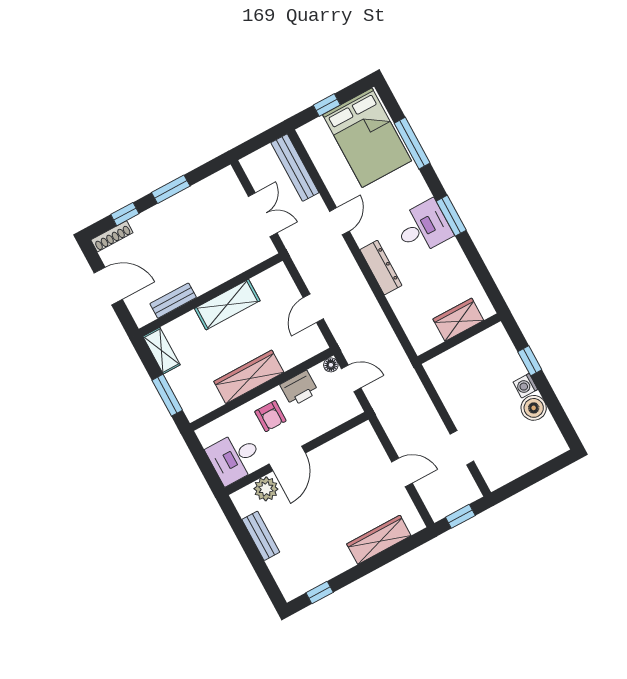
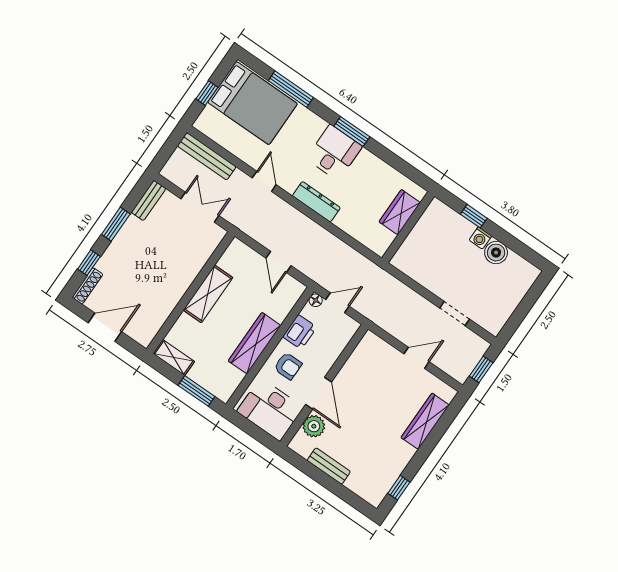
bench: (173, 301) -> (148, 200), moved
desk: (235, 457) -> (270, 410), width x1.37

